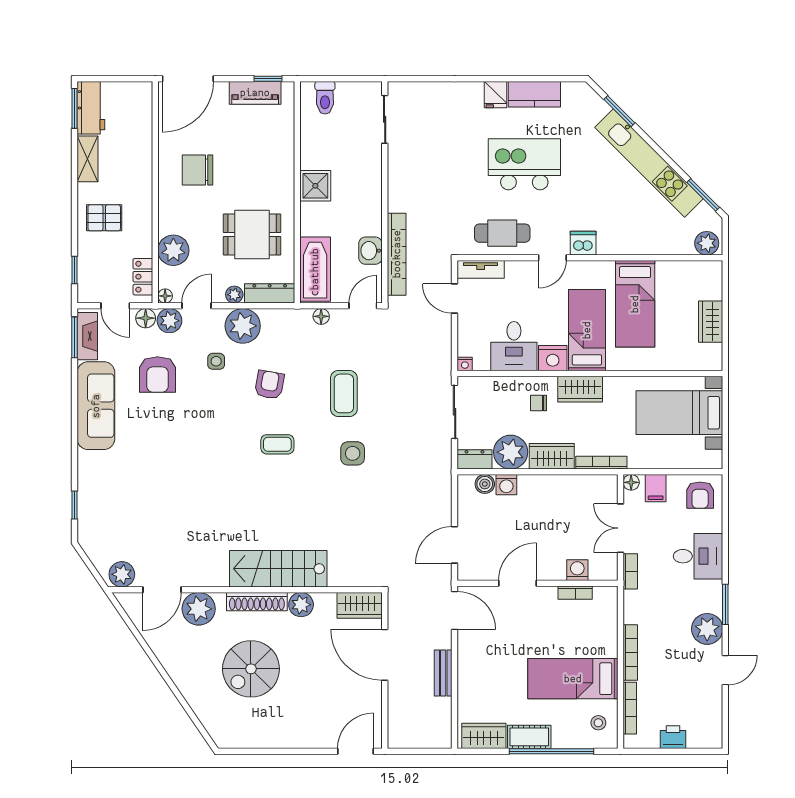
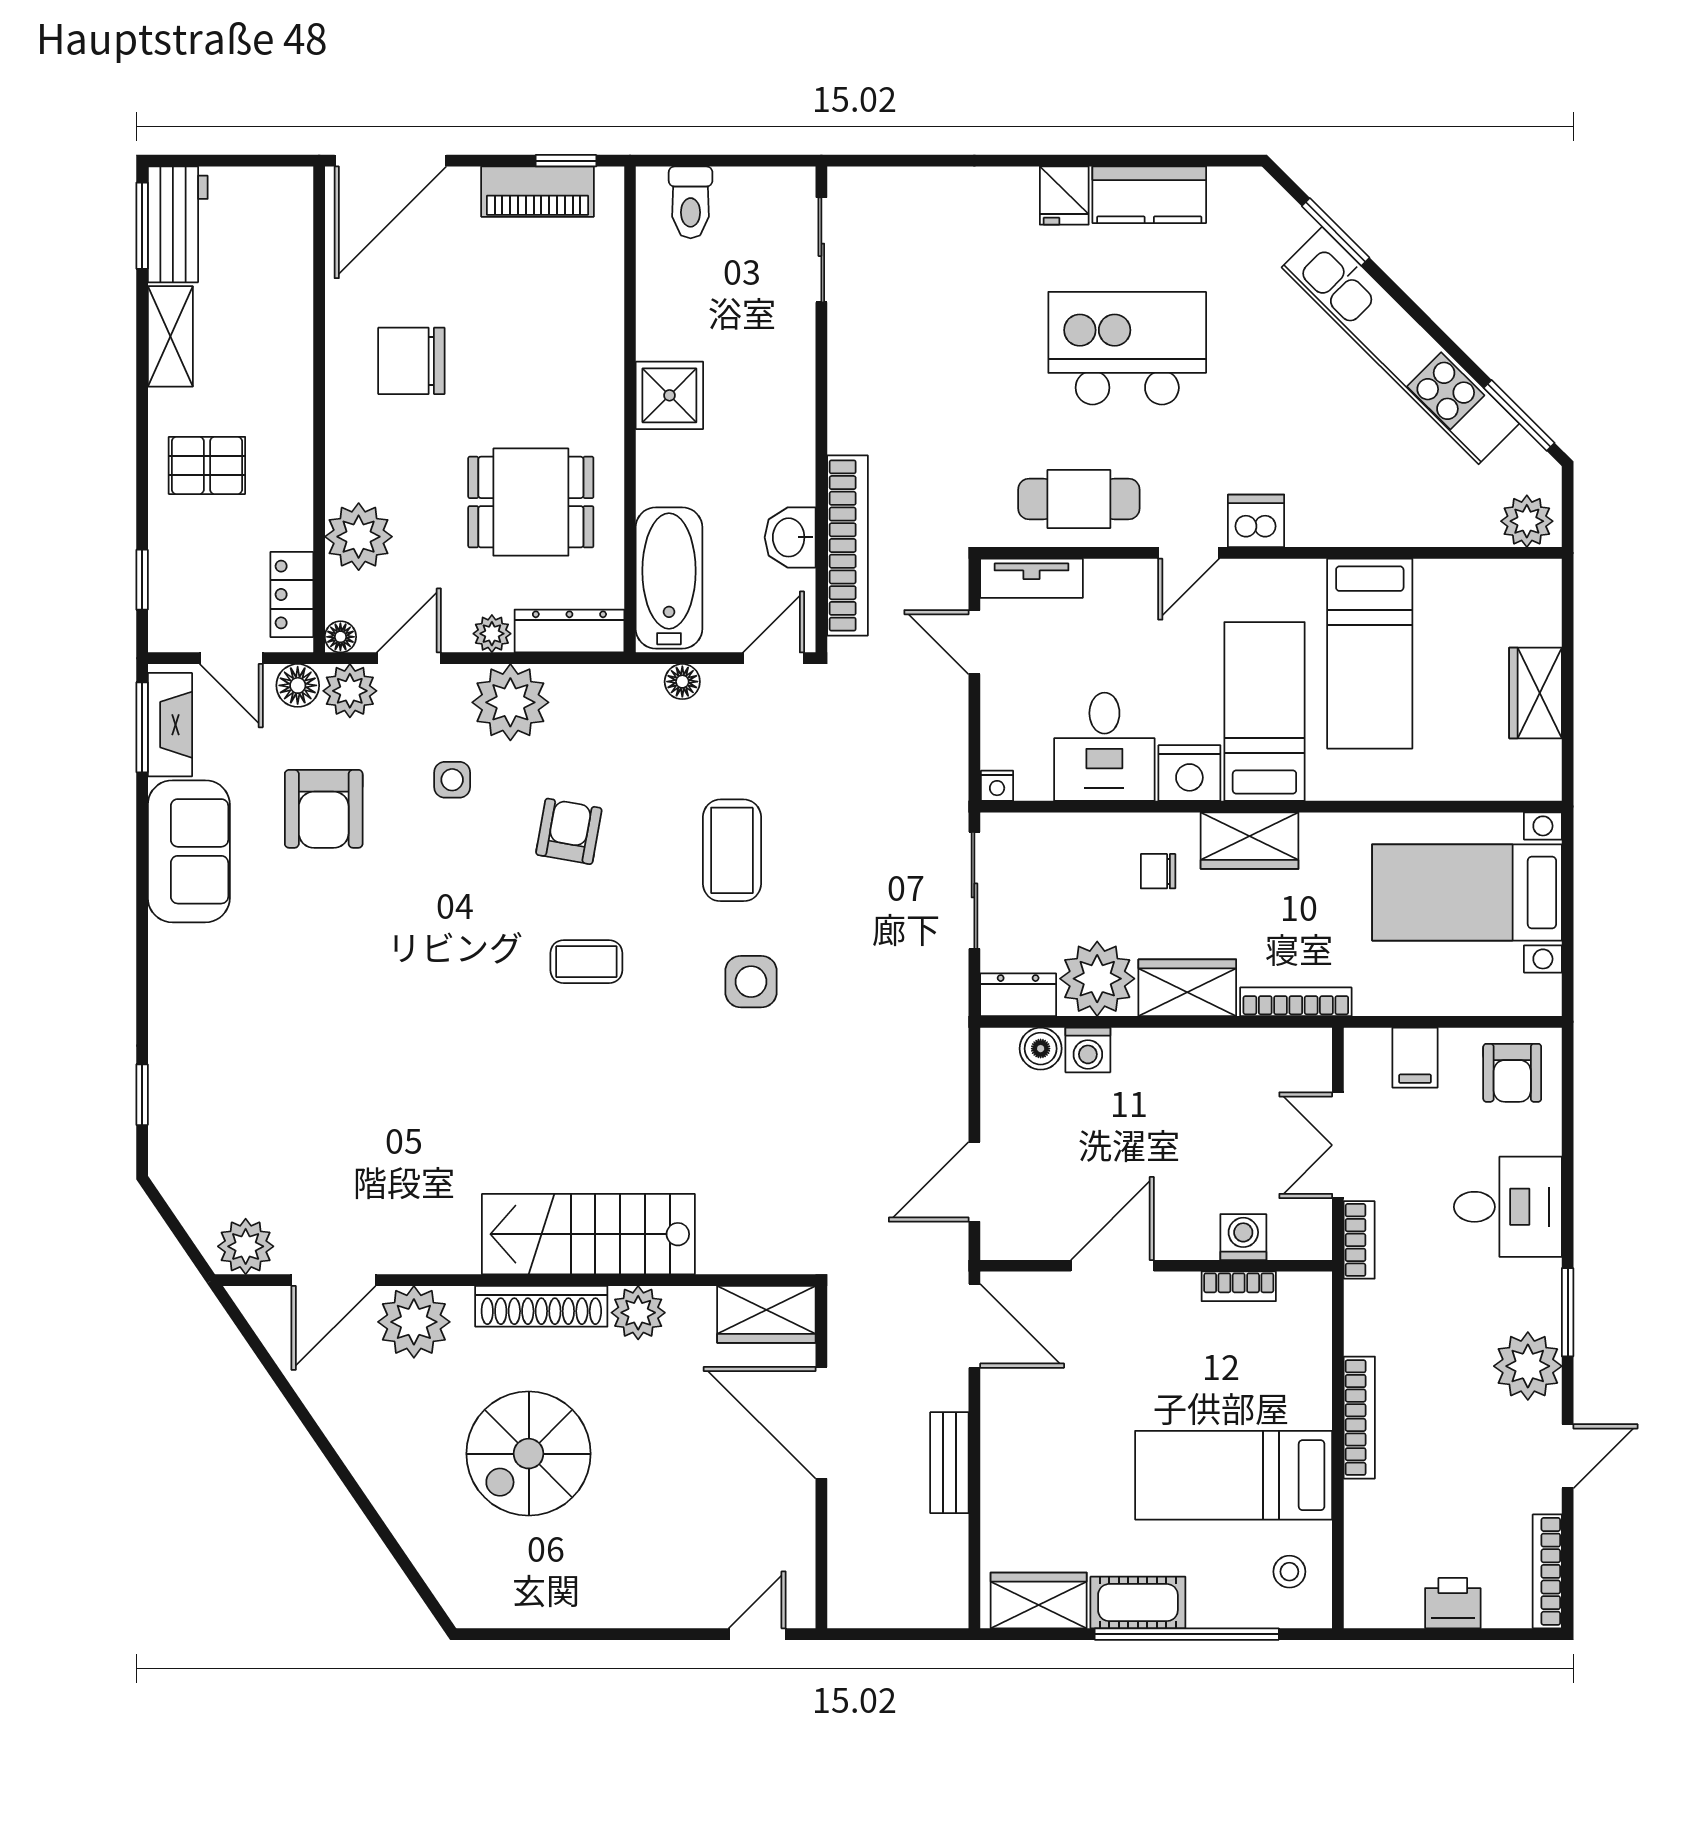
sofa: (96, 406) -> (189, 851), width x0.73
floor lamp: (631, 482) -> (1361, 1045), removed
bookcase: (630, 708) -> (1547, 1571), moved, turned 180
door: (355, 751) -> (757, 1634), width x0.73

